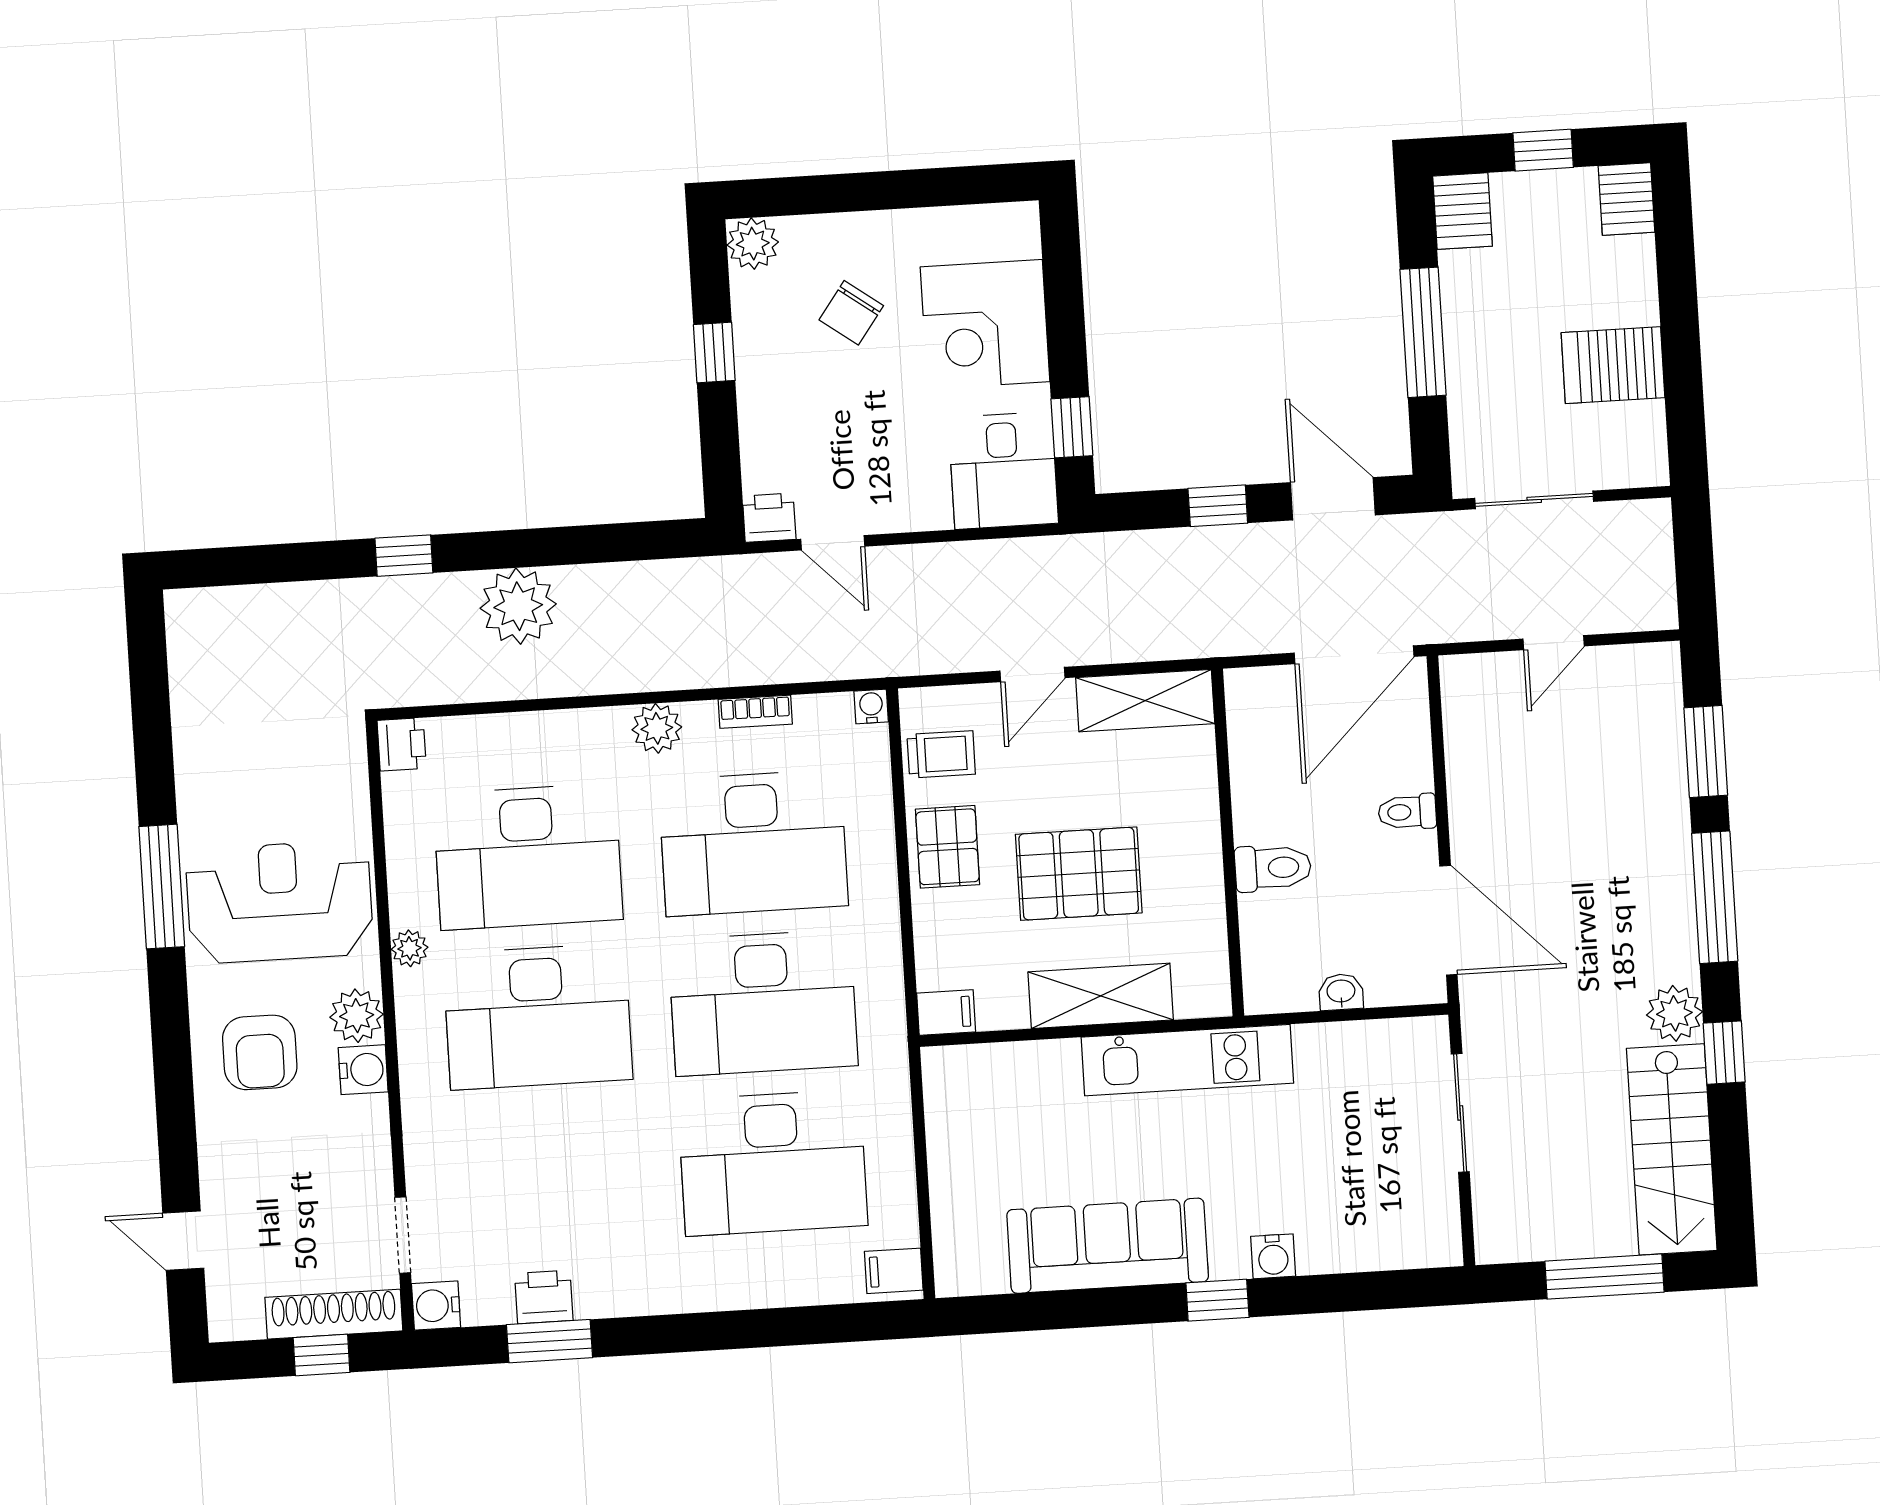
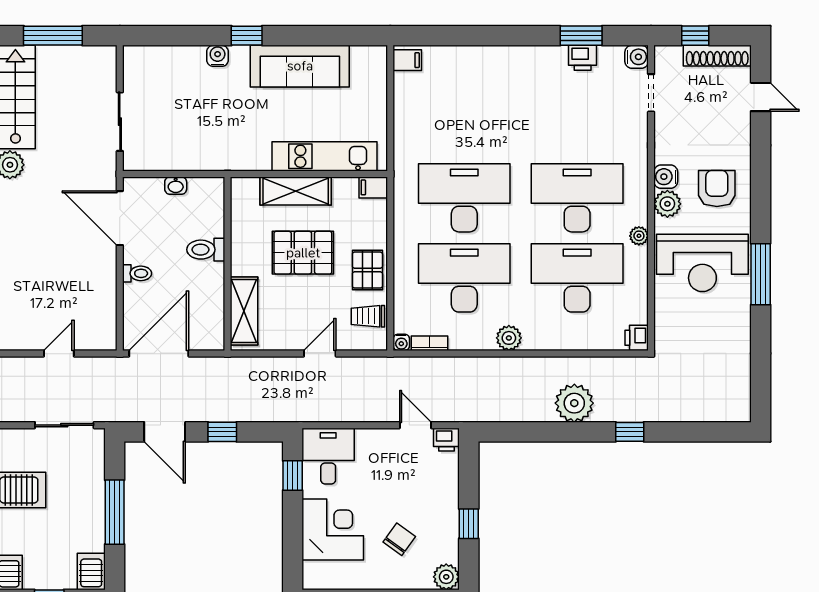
shelving: (1145, 701) -> (244, 311), moved, turned 90
bookcase: (755, 712) -> (430, 343), moved
kitchen unit: (1187, 1060) -> (324, 156), moved
desk: (773, 1163) -> (464, 118), removed
shoe rack: (334, 1314) -> (717, 56), moved

